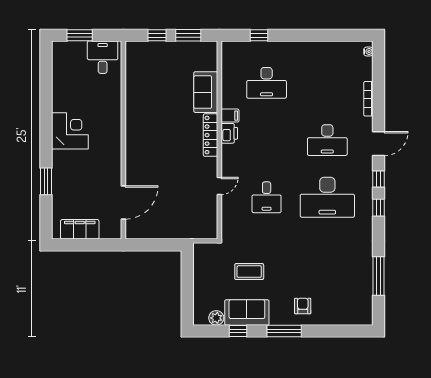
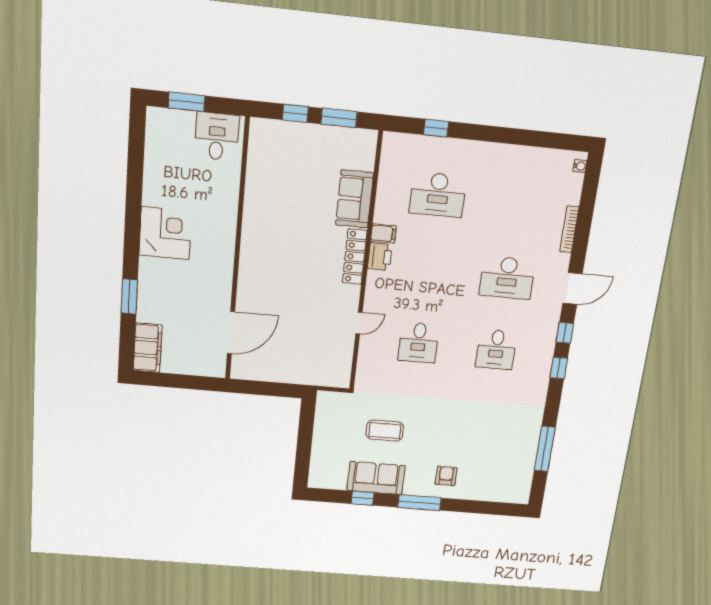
desk: (327, 197) -> (496, 350), width x0.53, depth x0.77
filing cabinet: (80, 229) -> (148, 348), moved, turned 90
plant: (216, 318) -> (337, 481), removed

